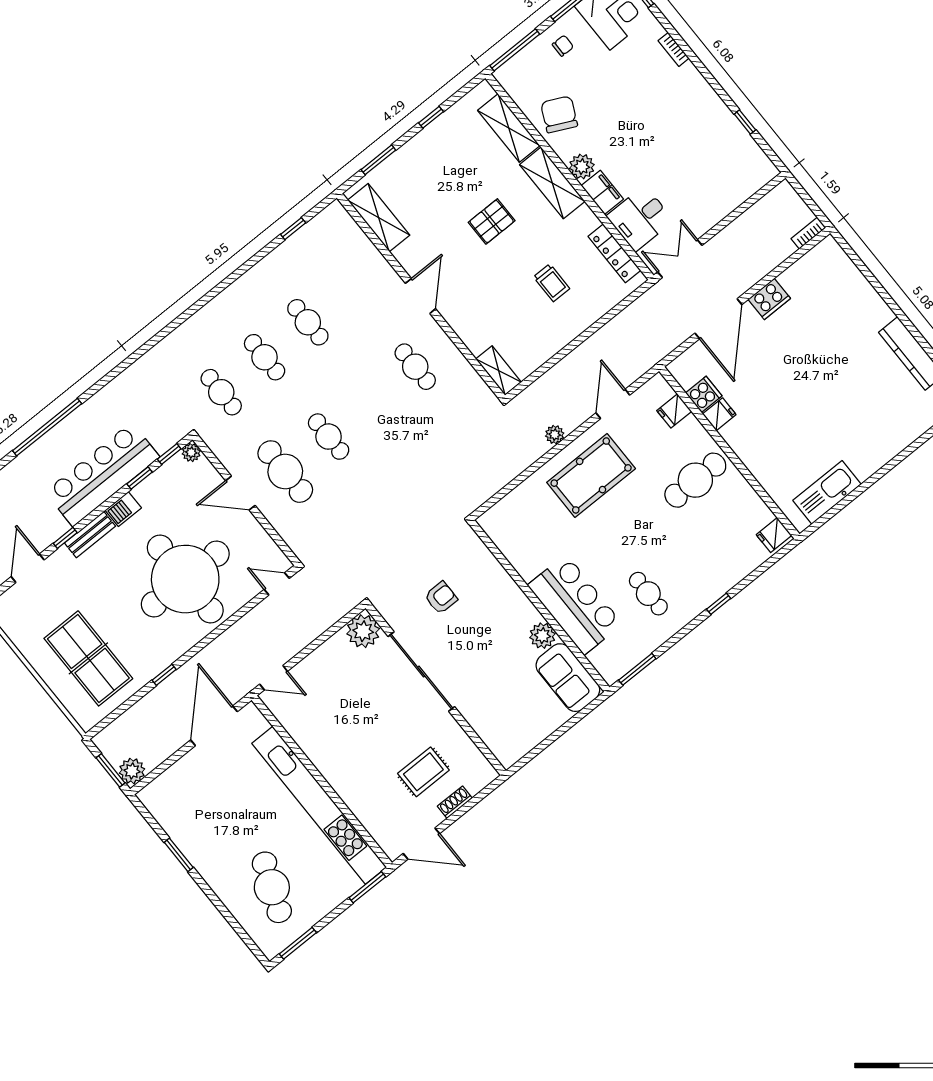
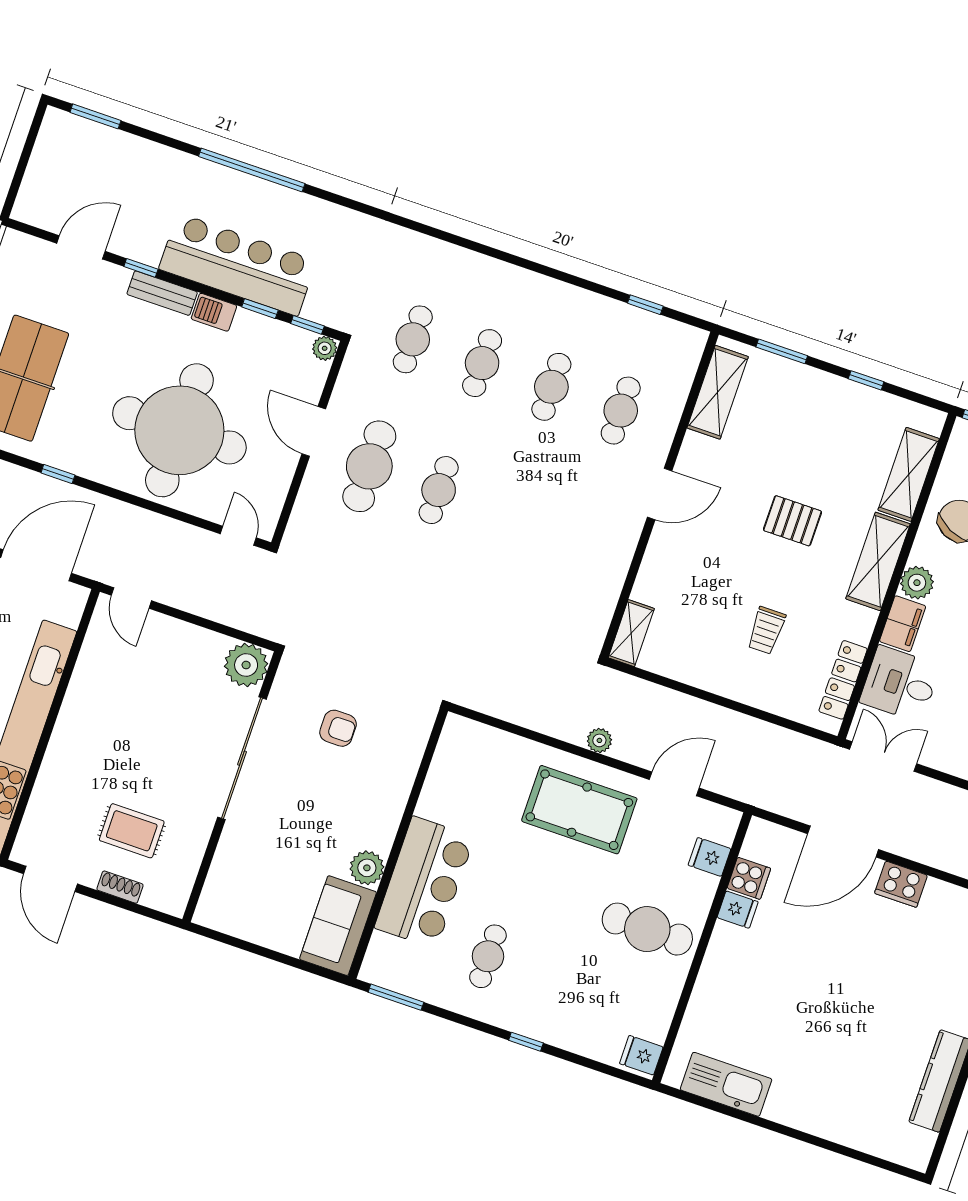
cafe table: (415, 367) -> (621, 411), moved

